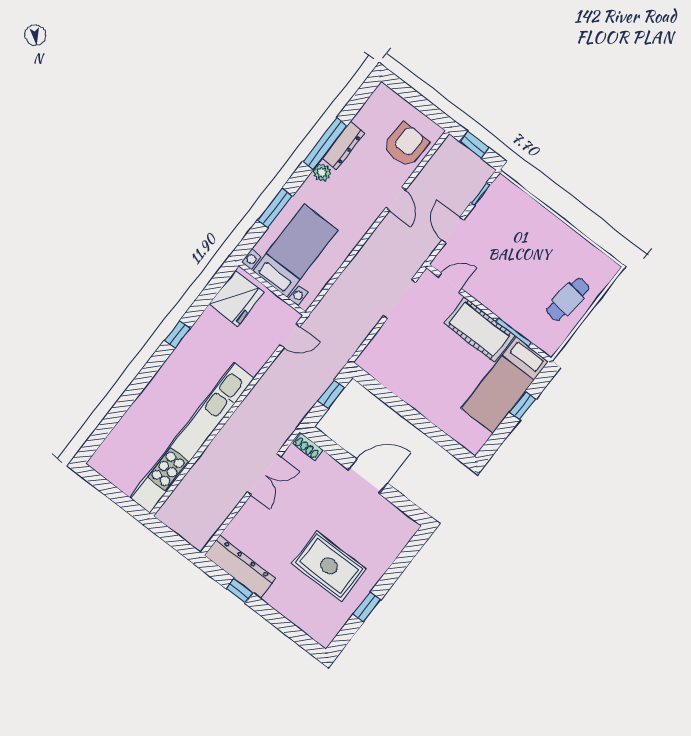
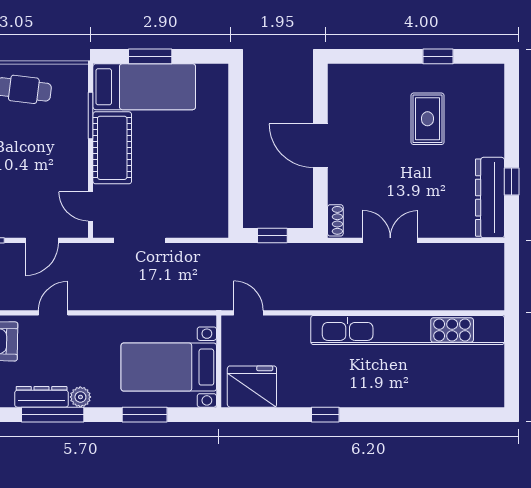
window: (523, 406) -> (150, 56), width x1.50
rug: (329, 566) -> (427, 119), width x0.73, depth x0.70

